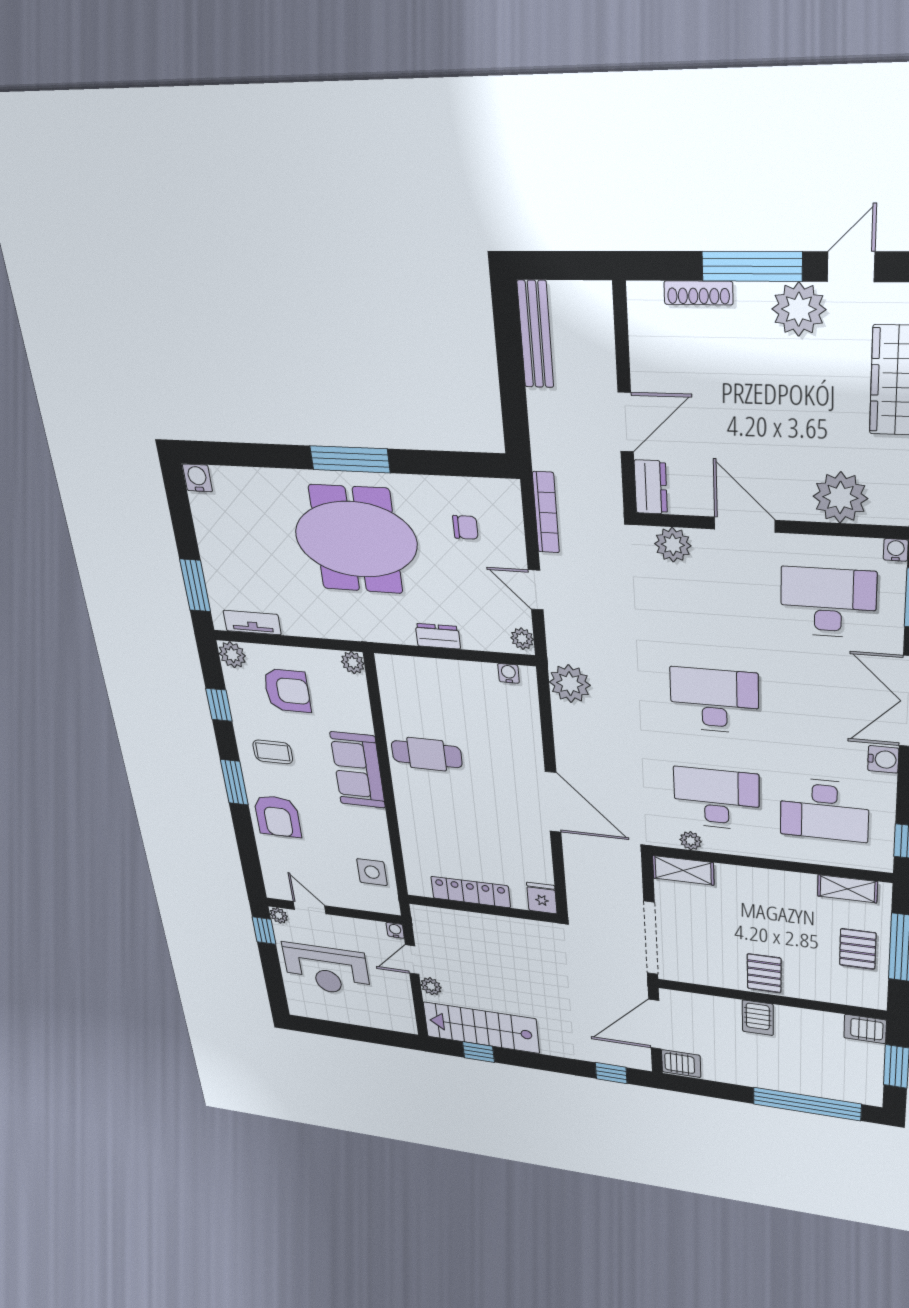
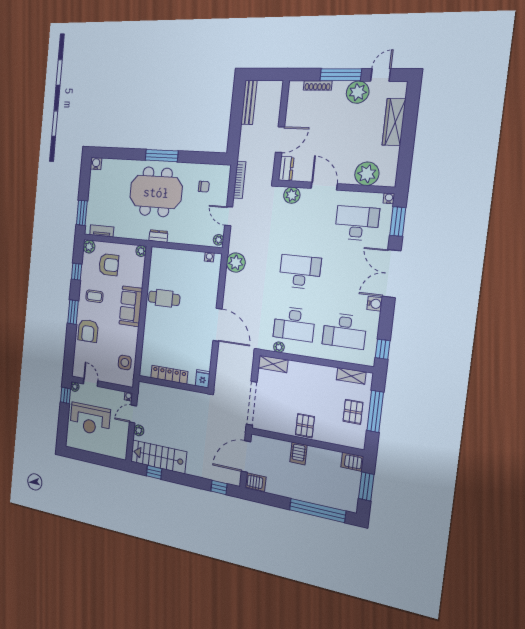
dresser: (438, 636) -> (158, 236), moved
desk: (716, 799) -> (294, 324), turned 180

